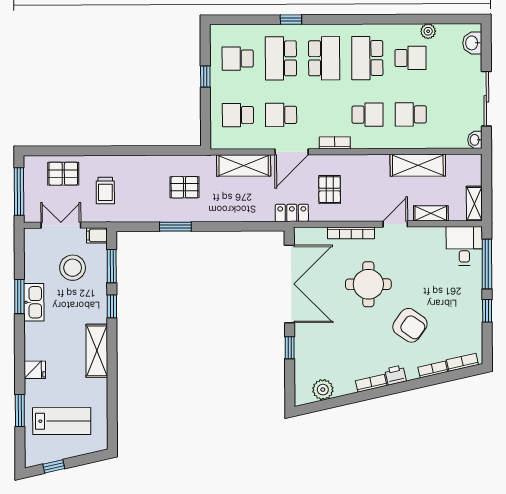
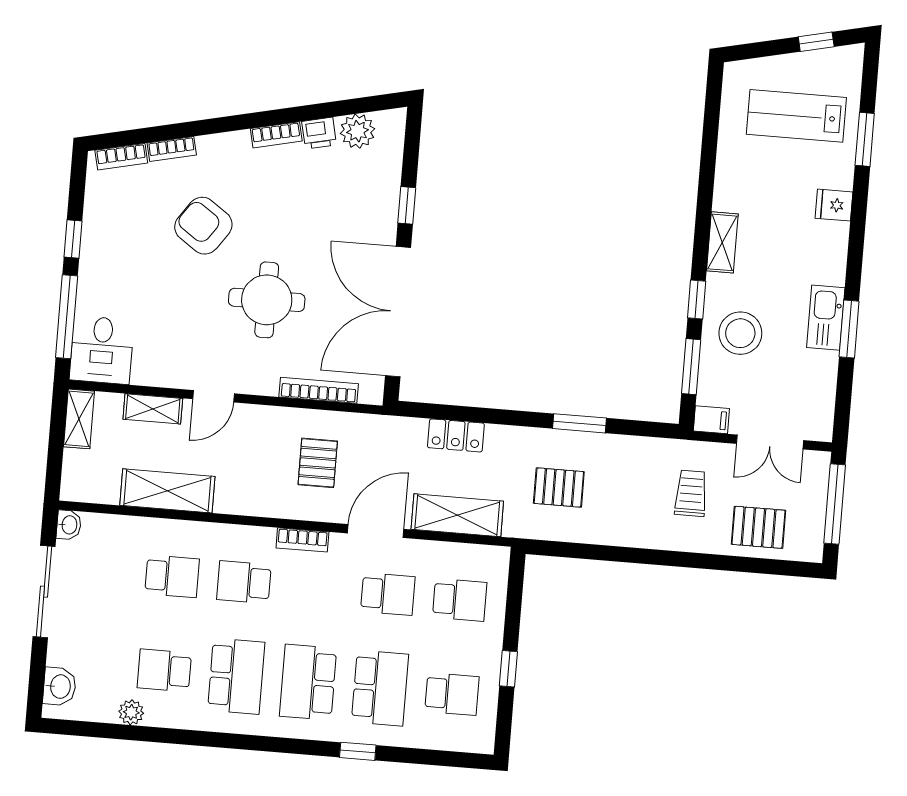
locker: (292, 213) -> (456, 435), moved
bookcase: (351, 233) -> (319, 390), moved
stool: (73, 268) -> (740, 333), moved
shelving: (97, 351) -> (722, 242), width x0.67, depth x0.75
printer: (395, 375) -> (319, 133), moved

